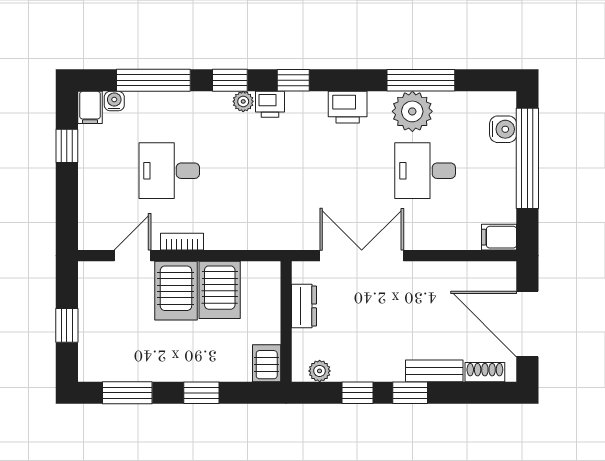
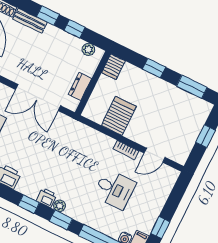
server rack: (176, 291) -> (141, 126), removed

